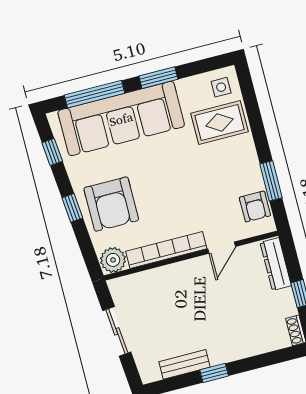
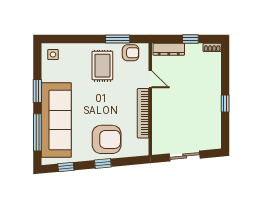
rug: (220, 122) -> (102, 66), moved
plant: (113, 260) -> (141, 147), removed
bench: (184, 364) -> (215, 120), removed

